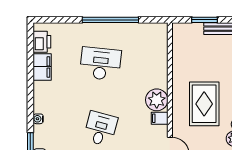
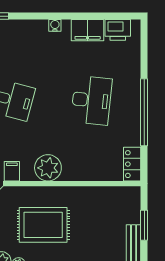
locker: (154, 30) -> (132, 164), added
filing cabinet: (160, 118) -> (12, 171), moved
water cooler: (38, 119) -> (55, 25), moved

